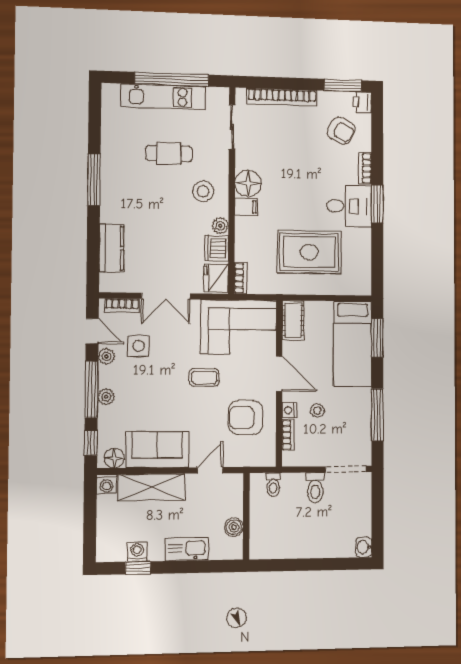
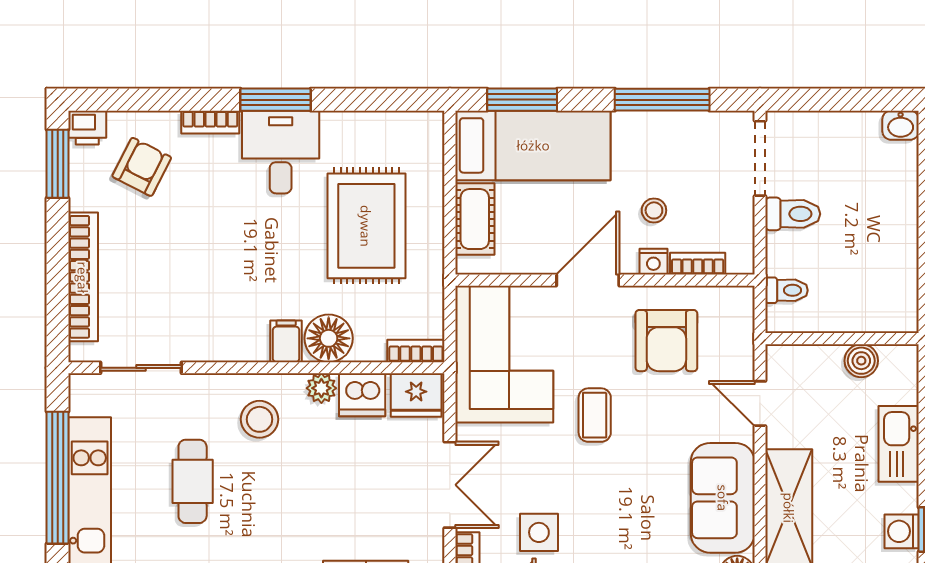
floor lamp: (248, 183) -> (329, 338), moved
cot: (293, 320) -> (475, 219), moved, turned 90

